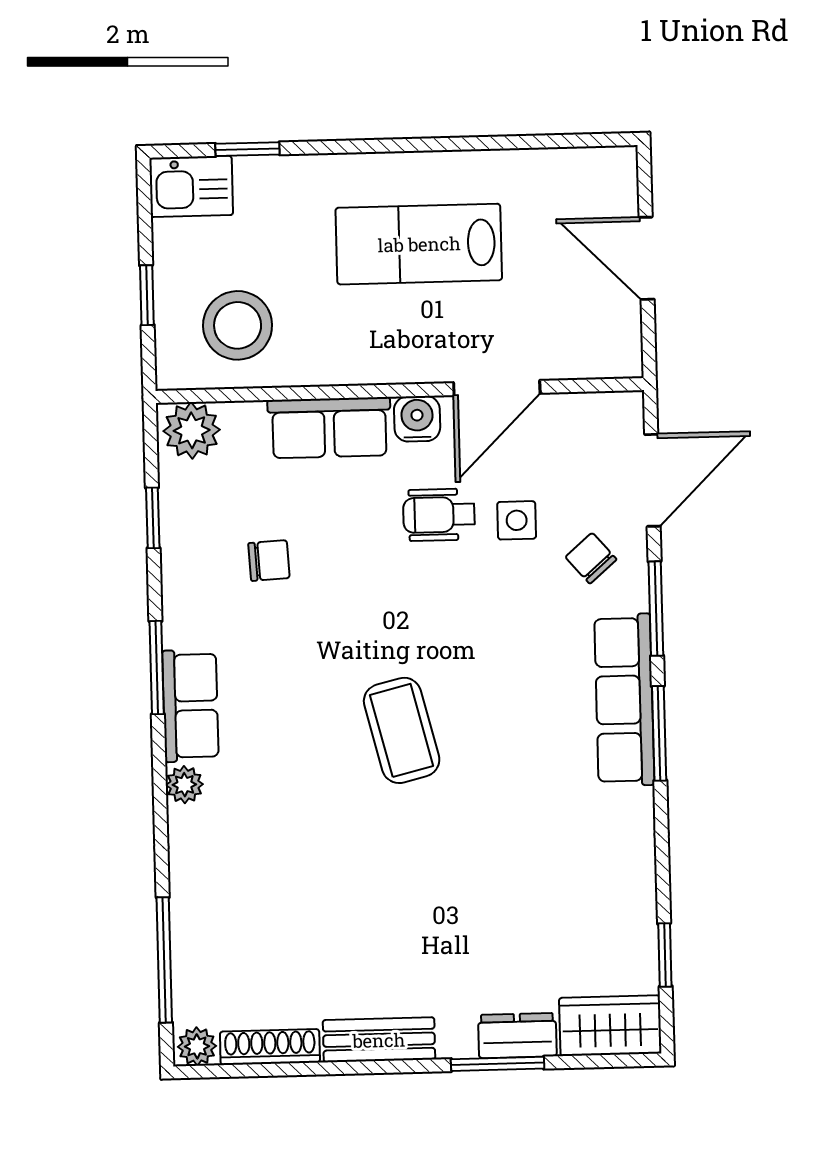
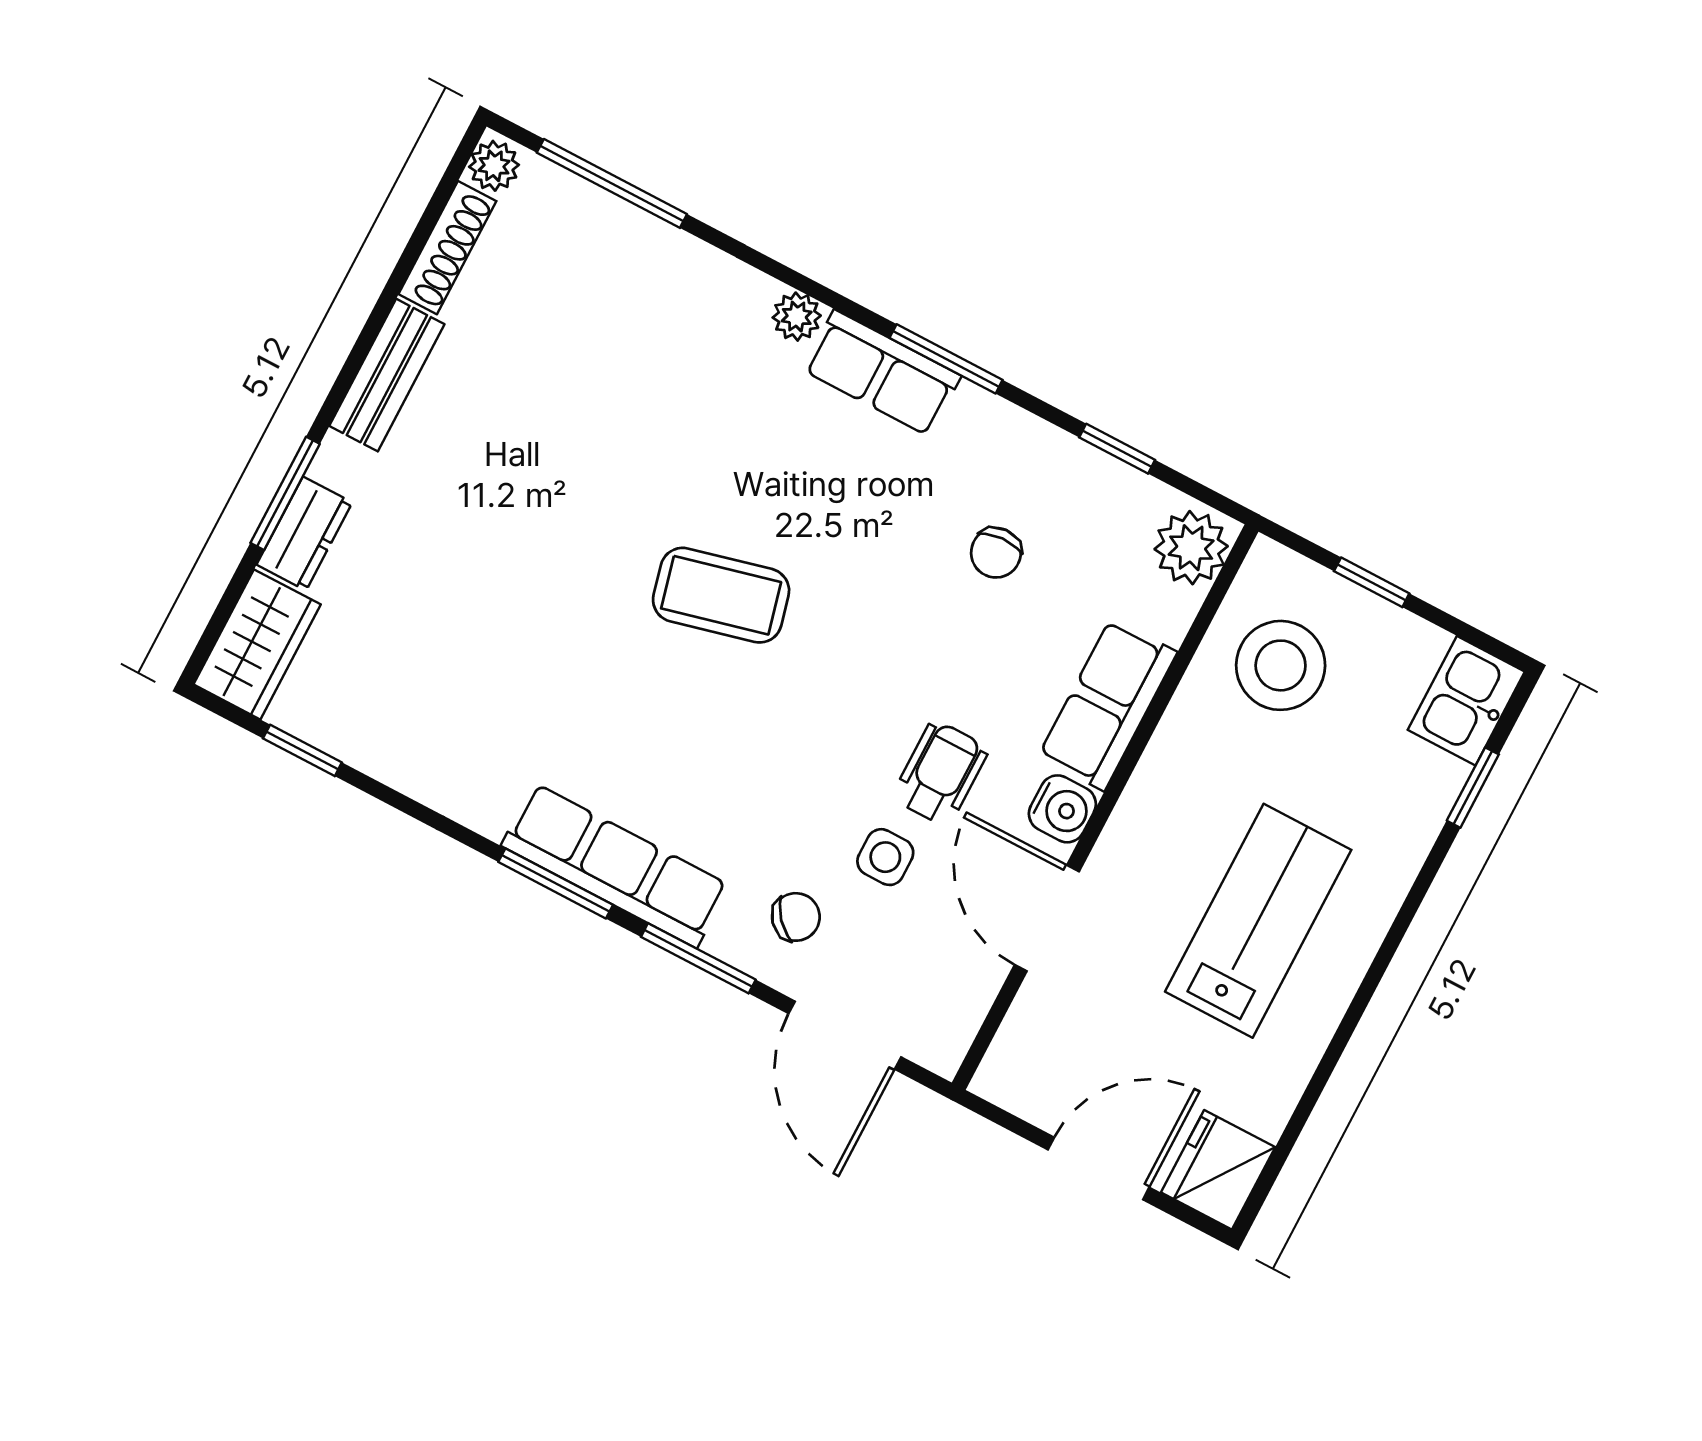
fridge: (602, 177) -> (1218, 1170), added

